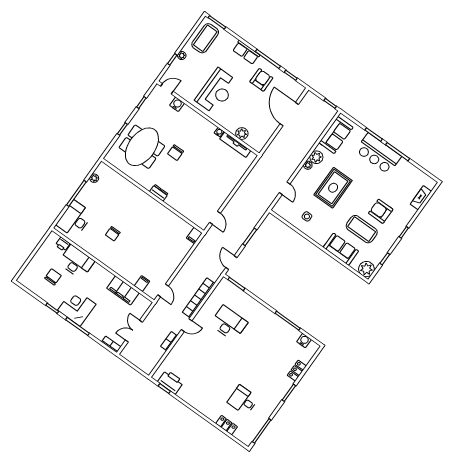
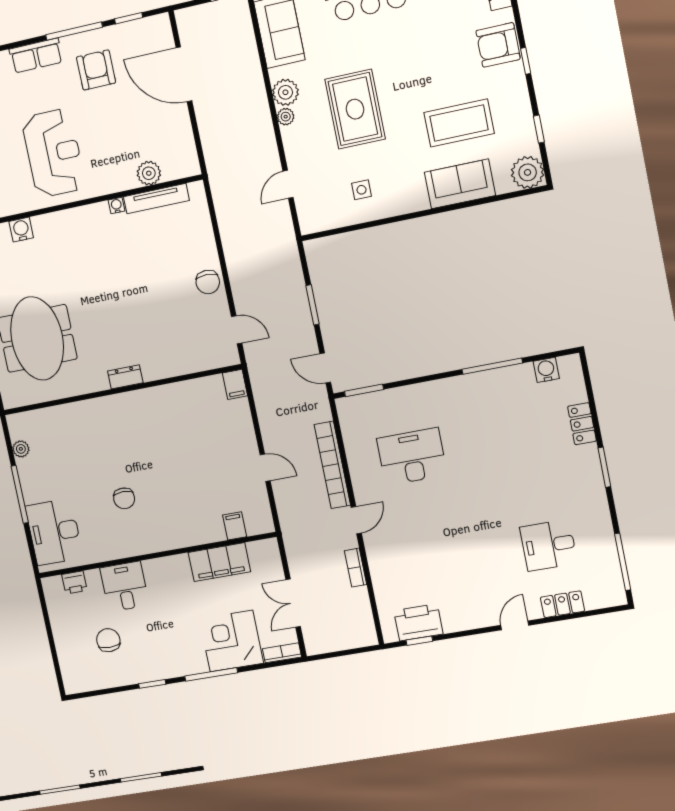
chair: (176, 153) -> (208, 282), moved
door: (285, 188) -> (288, 184), swing flipped
armchair: (381, 211) -> (498, 45), moved
desk: (76, 262) -> (125, 586), width x0.73
door: (163, 290) -> (265, 468), moved
corner desk: (77, 307) -> (231, 641), moved
door: (203, 416) -> (515, 625), added

